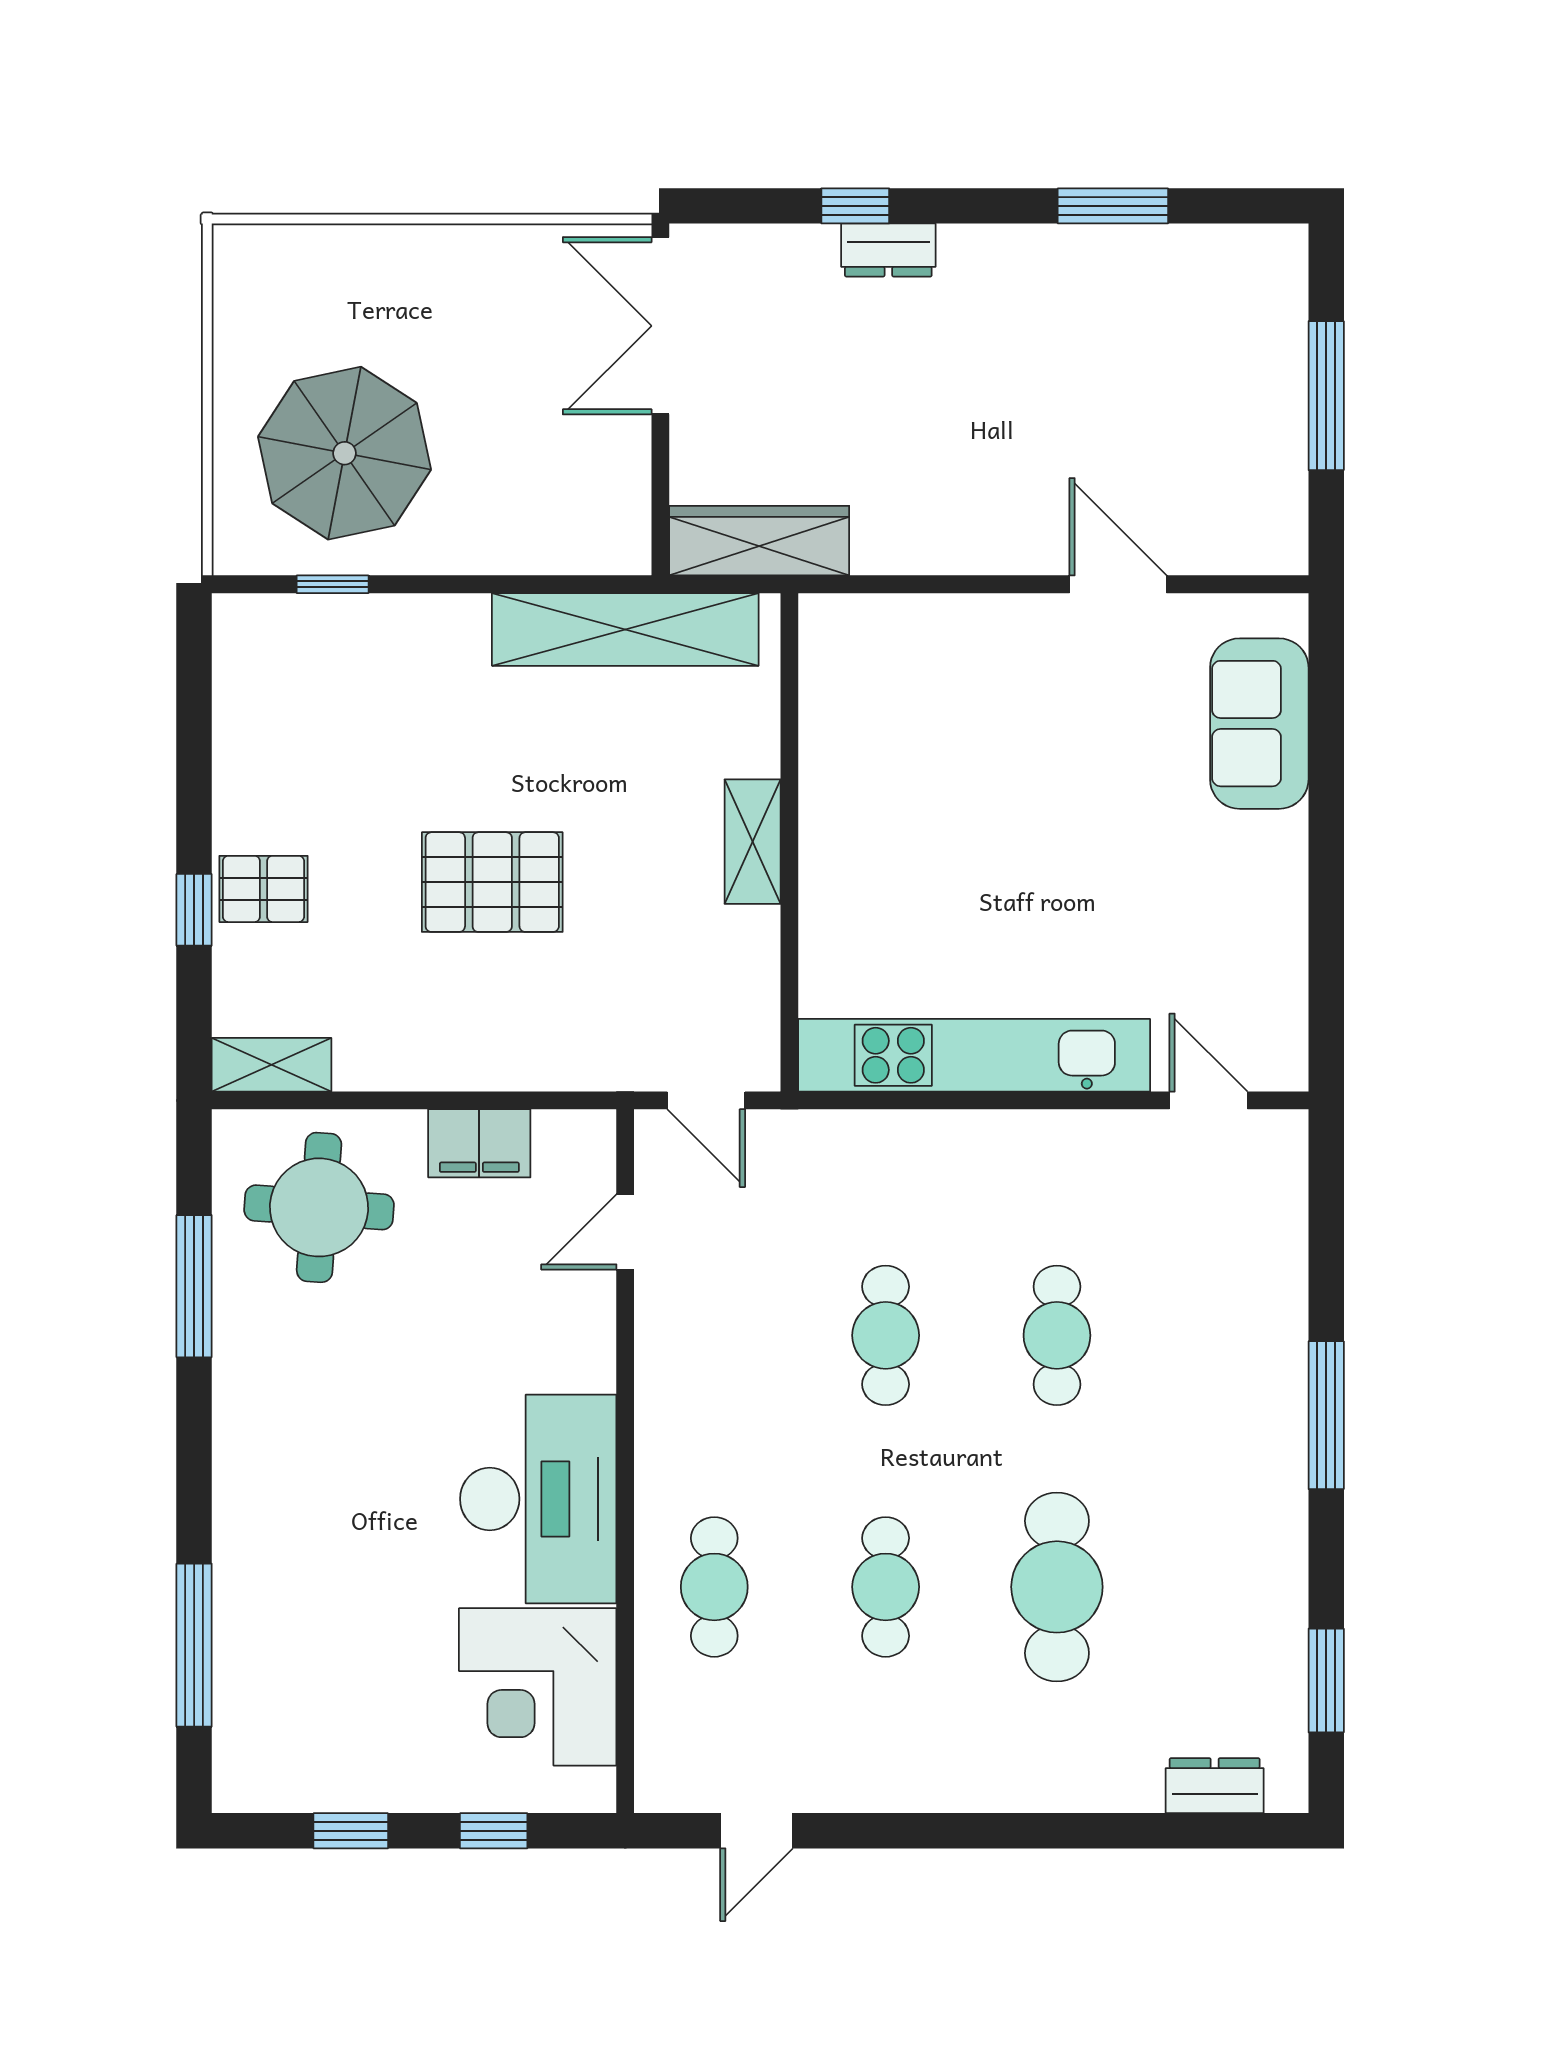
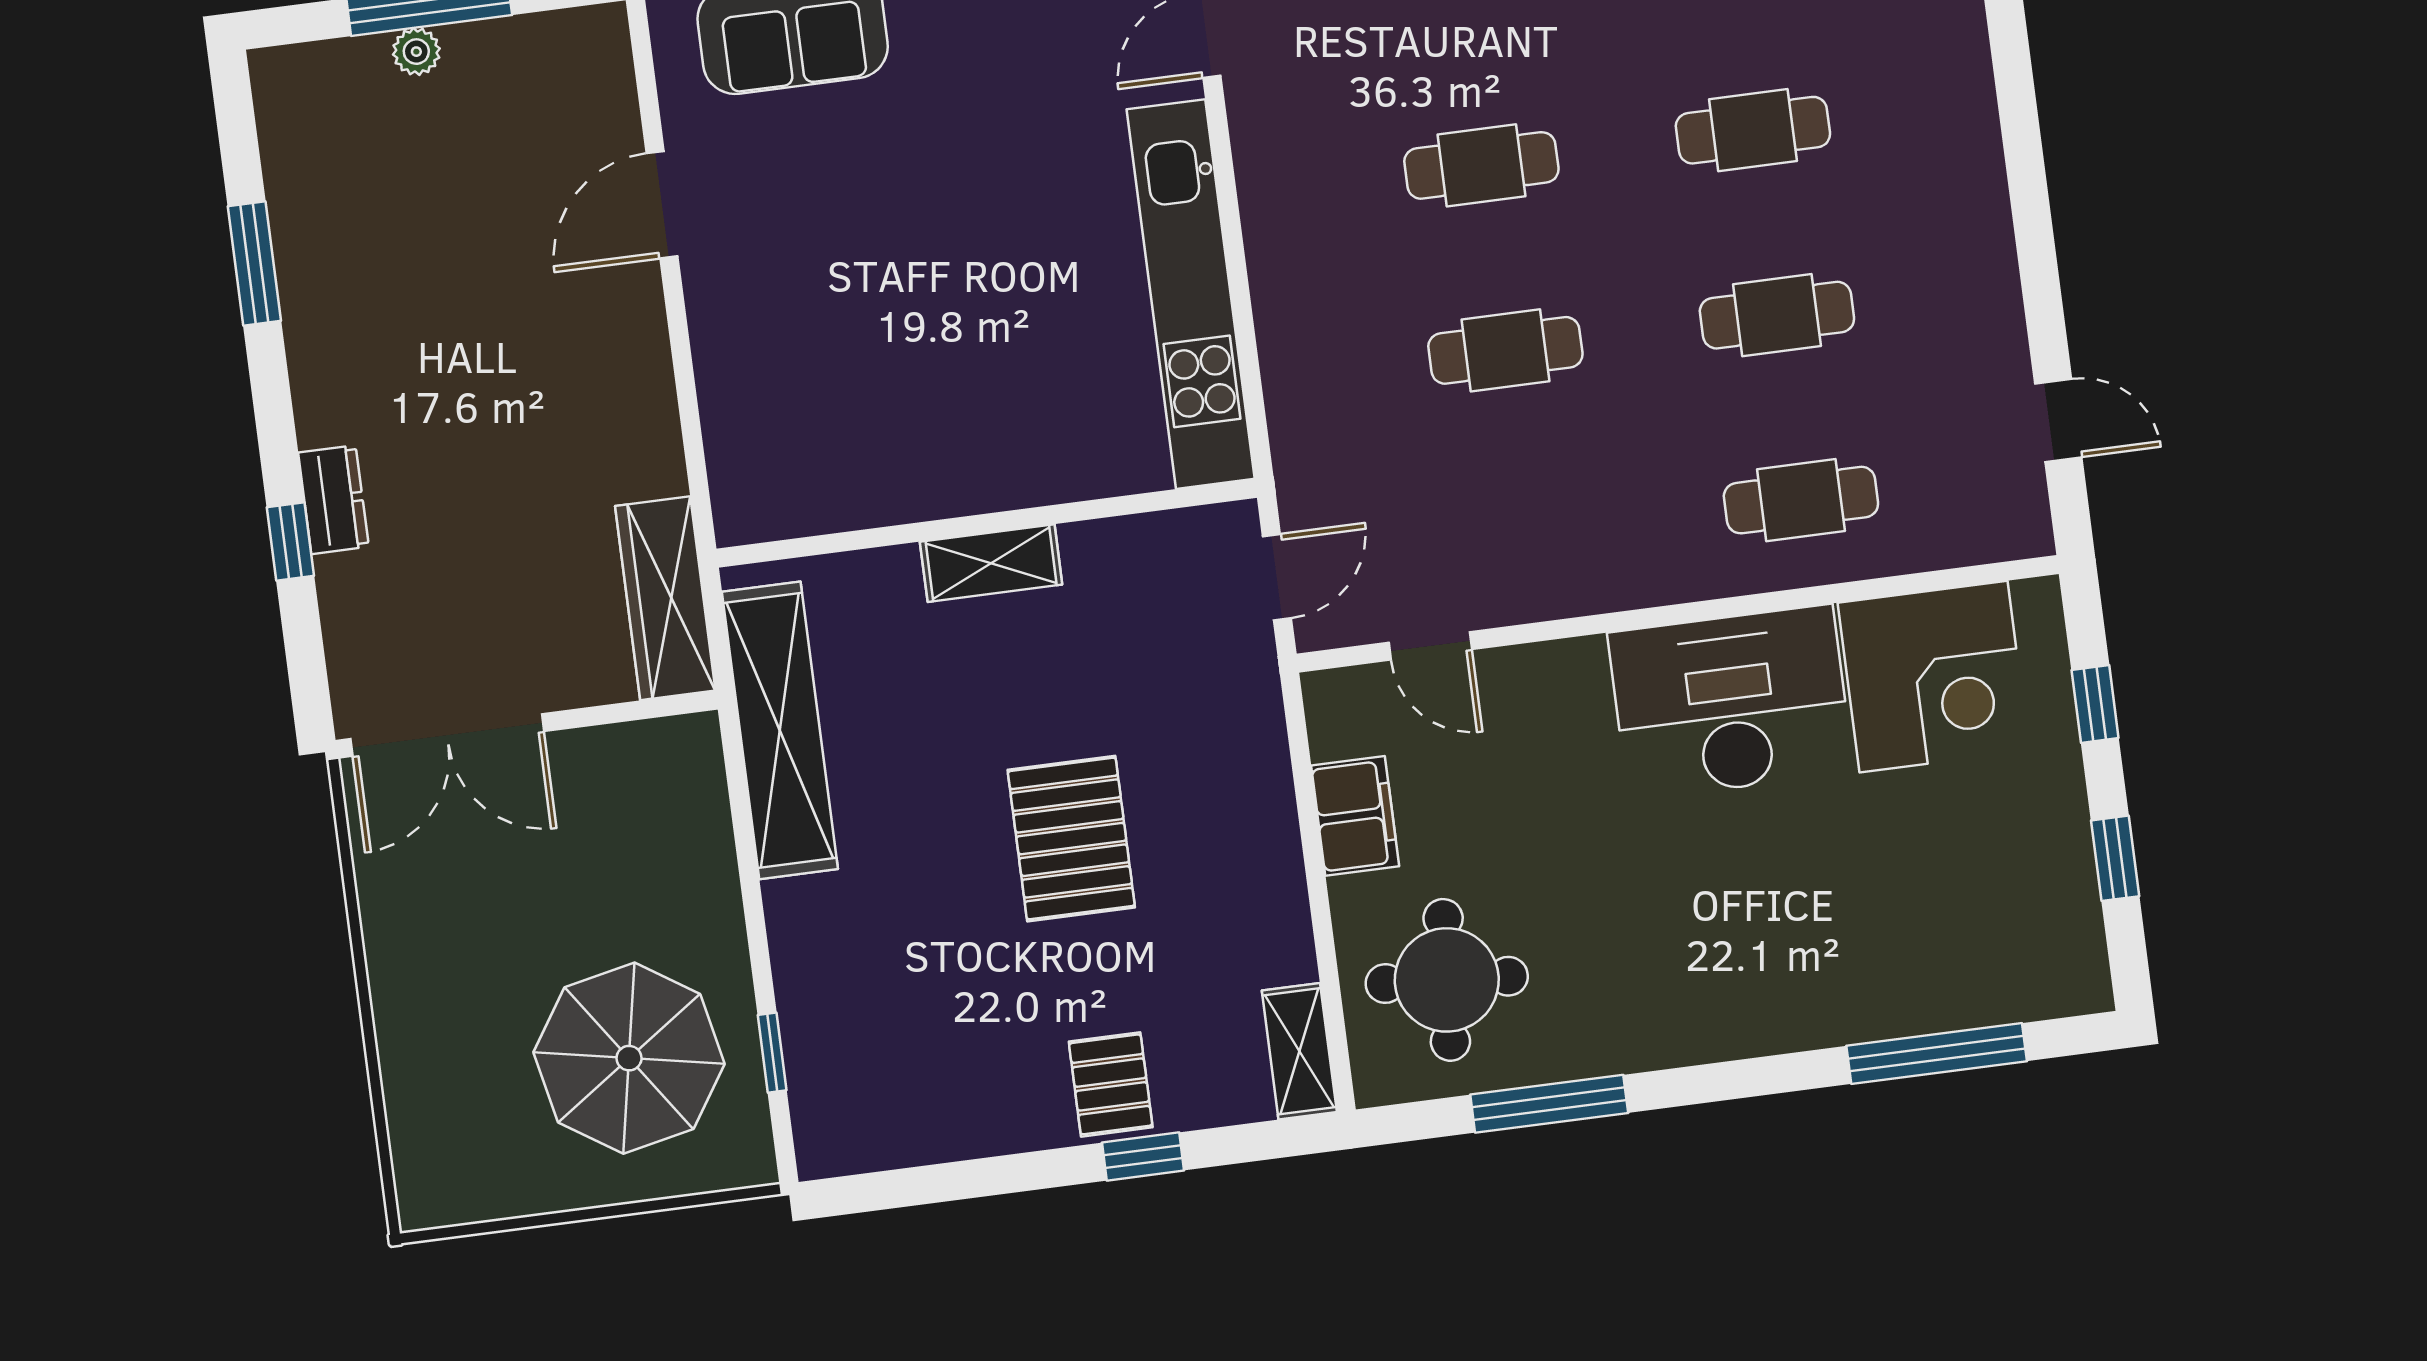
plant: (1287, 379) -> (416, 52), added
cafe table: (1057, 1587) -> (1753, 130), width x0.73, depth x0.74

